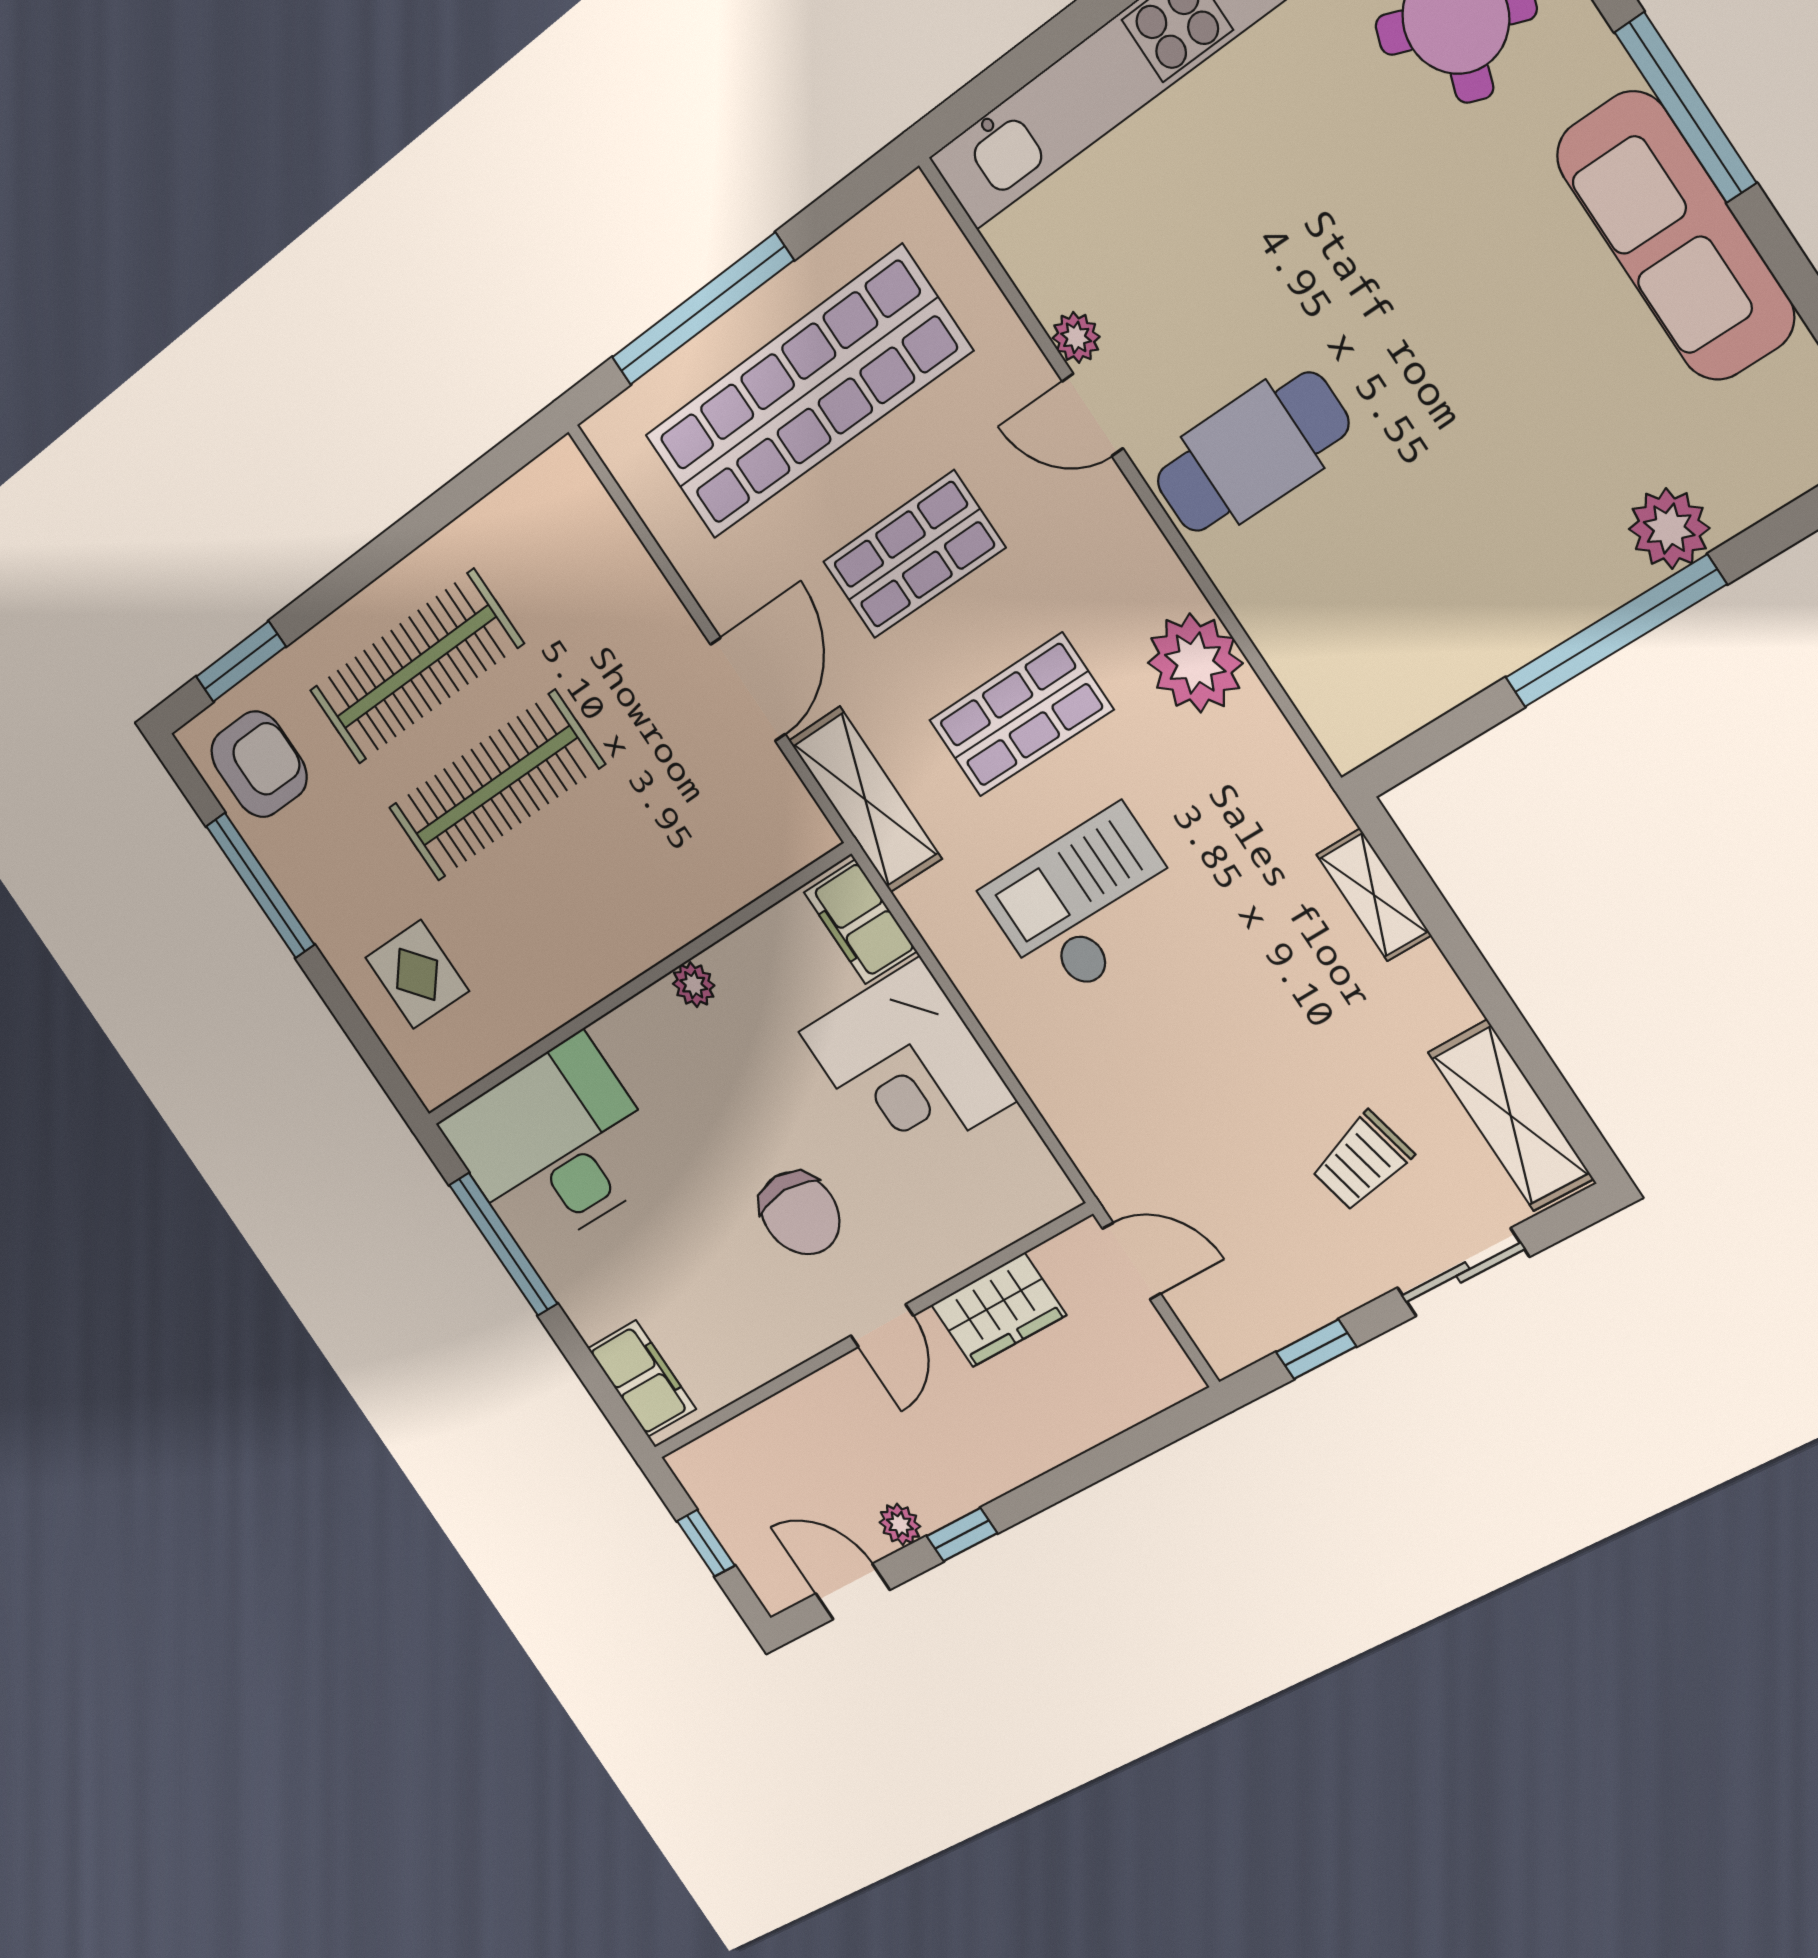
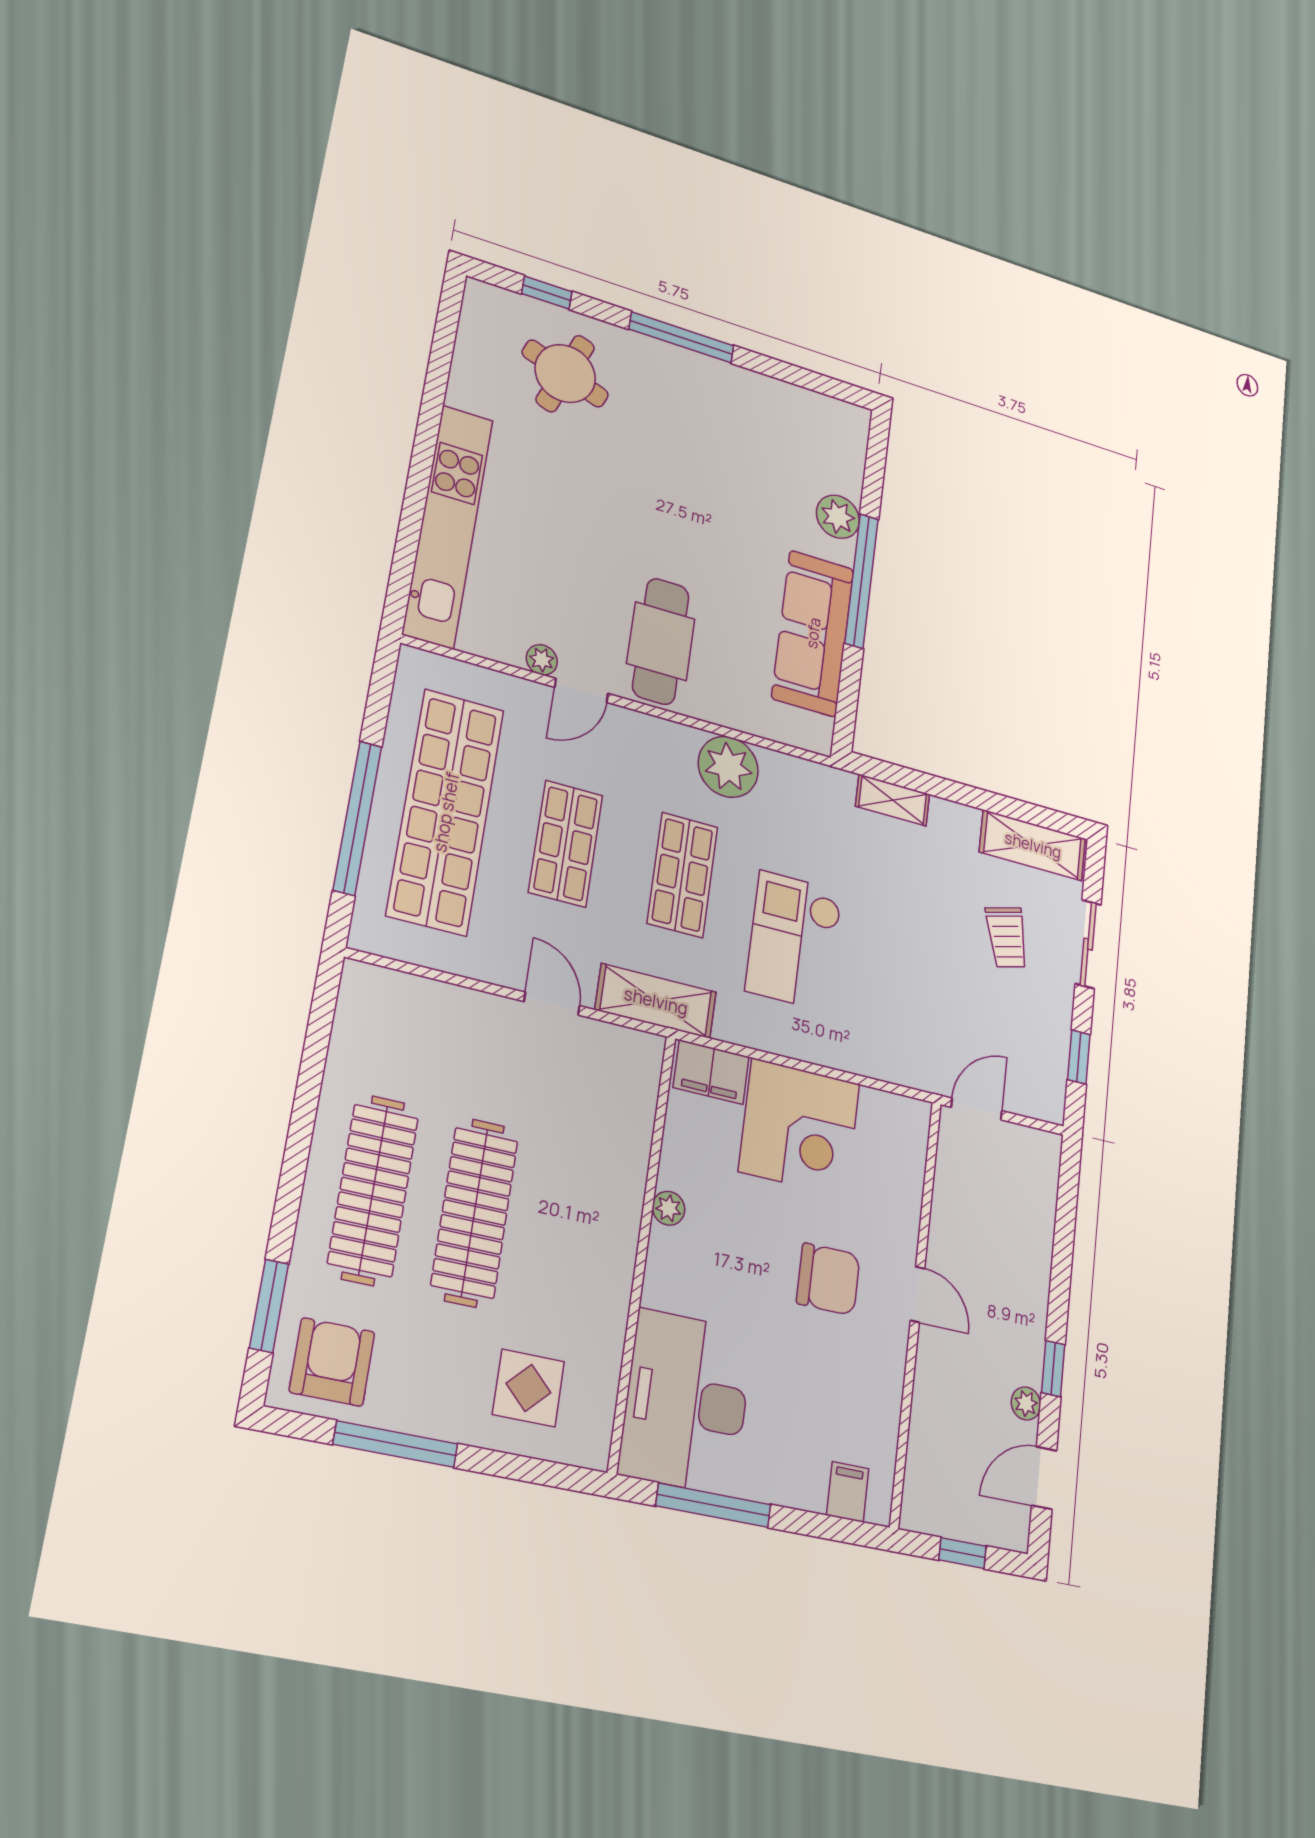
sofa: (1675, 236) -> (813, 633), moved, turned 90
door: (748, 689) -> (552, 1004), width x0.73
wardrobe: (998, 1310) -> (953, 1213), removed
filing cabinet: (642, 1379) -> (848, 1492), width x0.50

